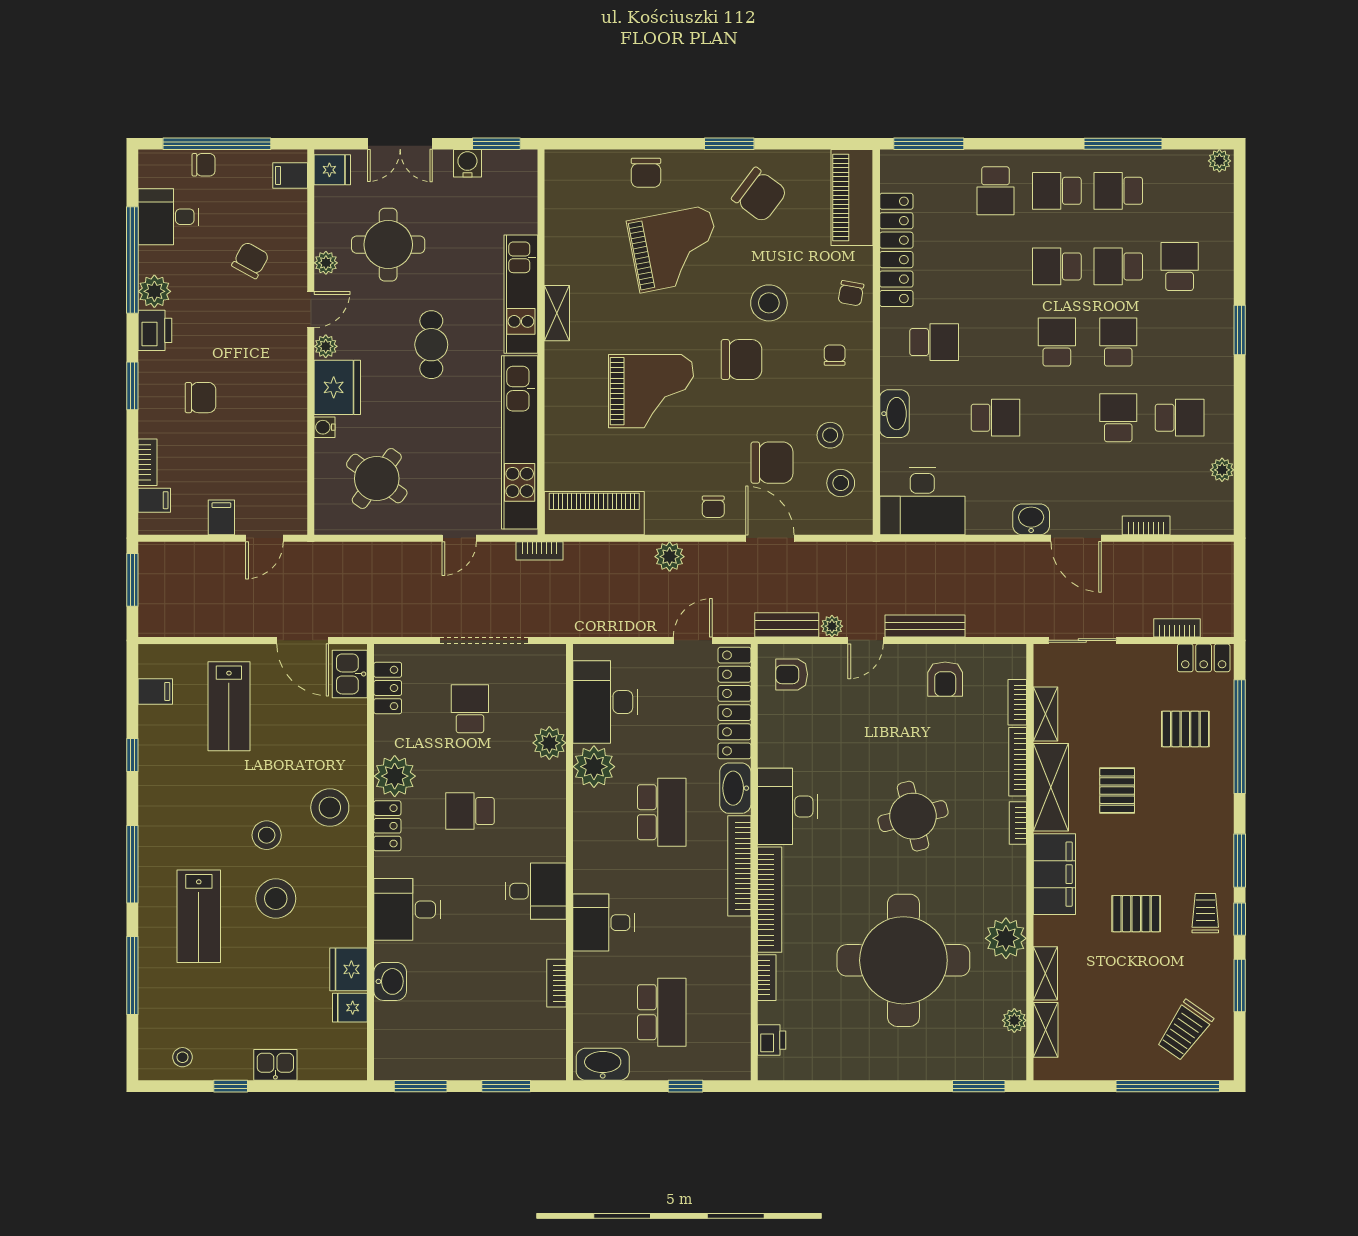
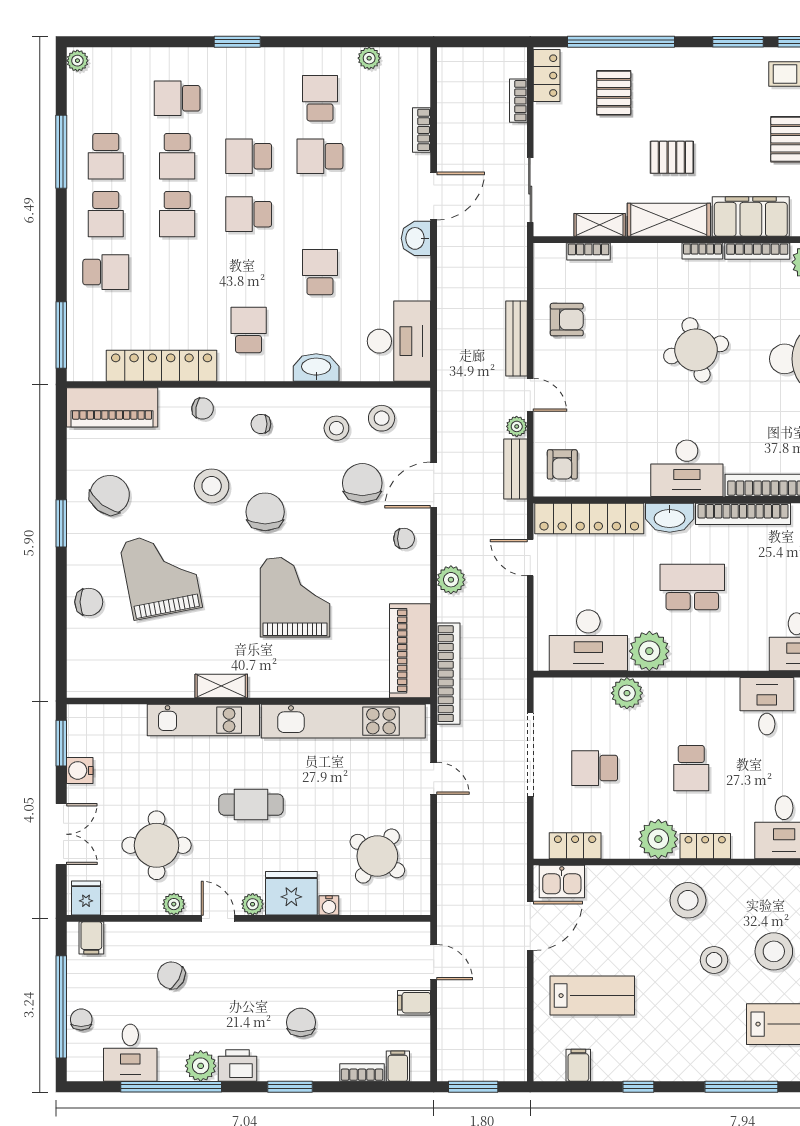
bookcase: (539, 551) -> (448, 674), width x2.31, depth x1.31
bookcase: (1018, 762) -> (757, 251), moved

